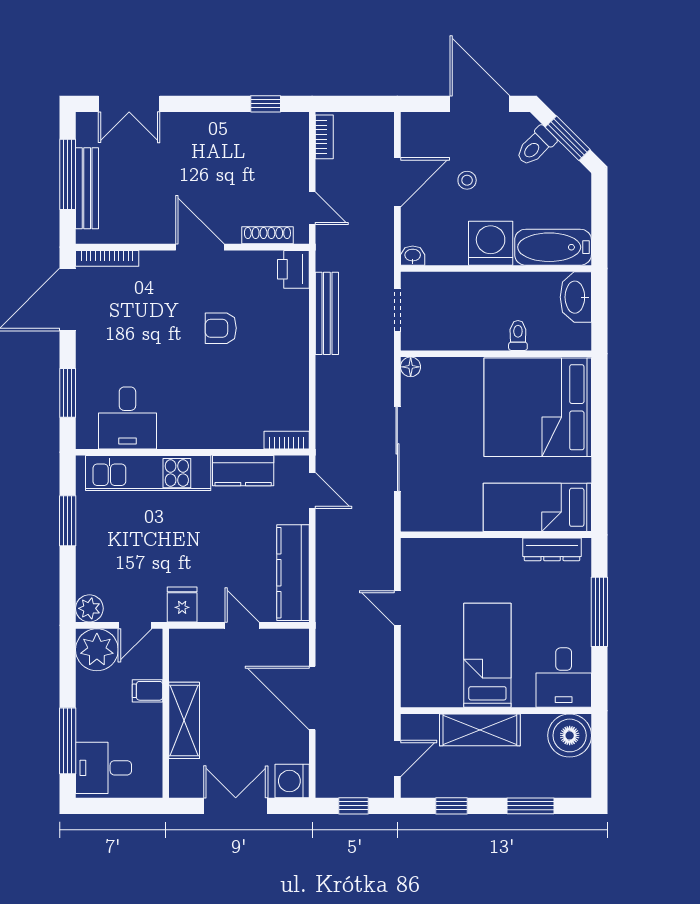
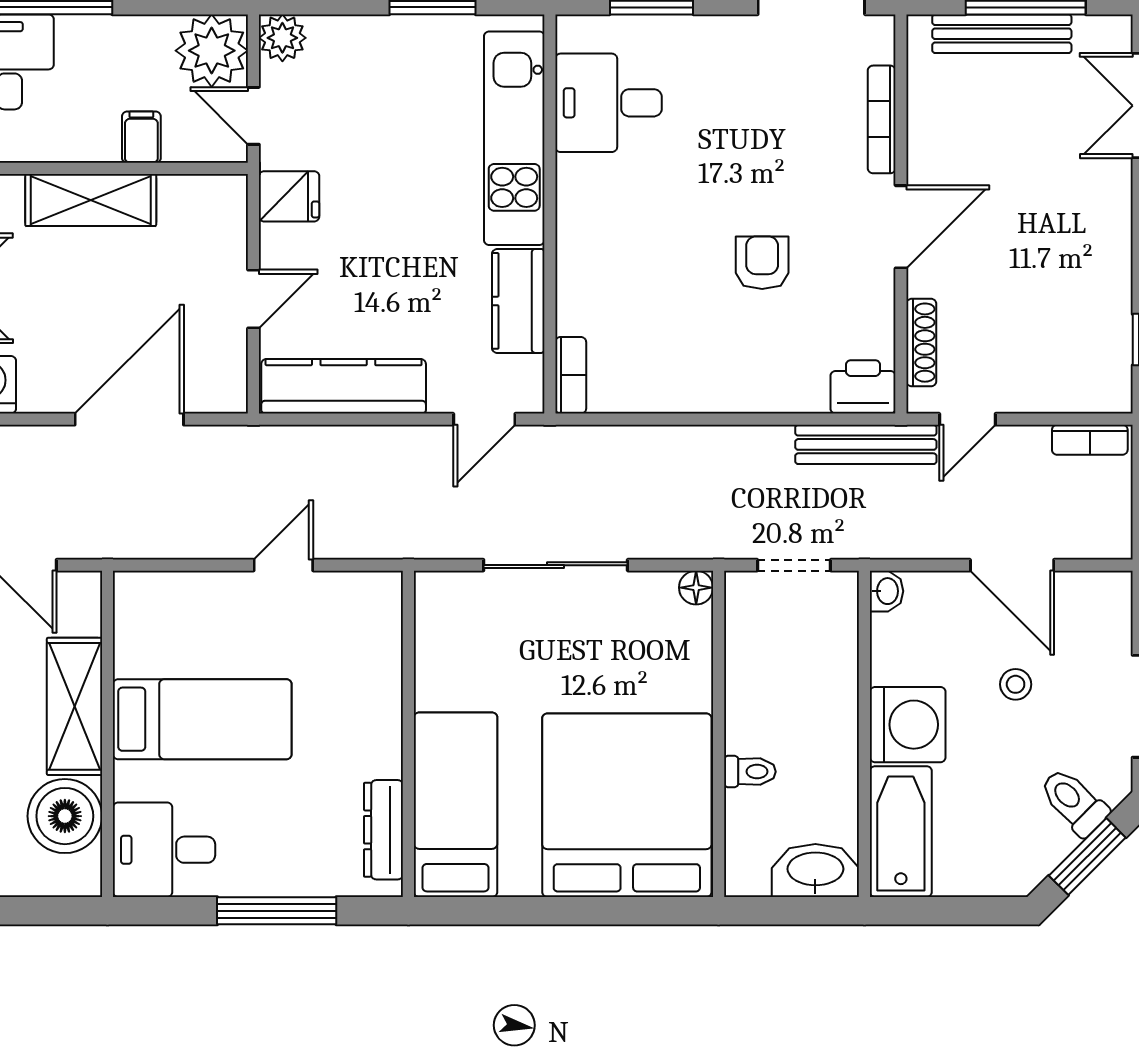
bookcase: (107, 258) -> (882, 119), moved
bench: (327, 313) -> (866, 444), moved
boiler: (570, 735) -> (65, 816), moved

